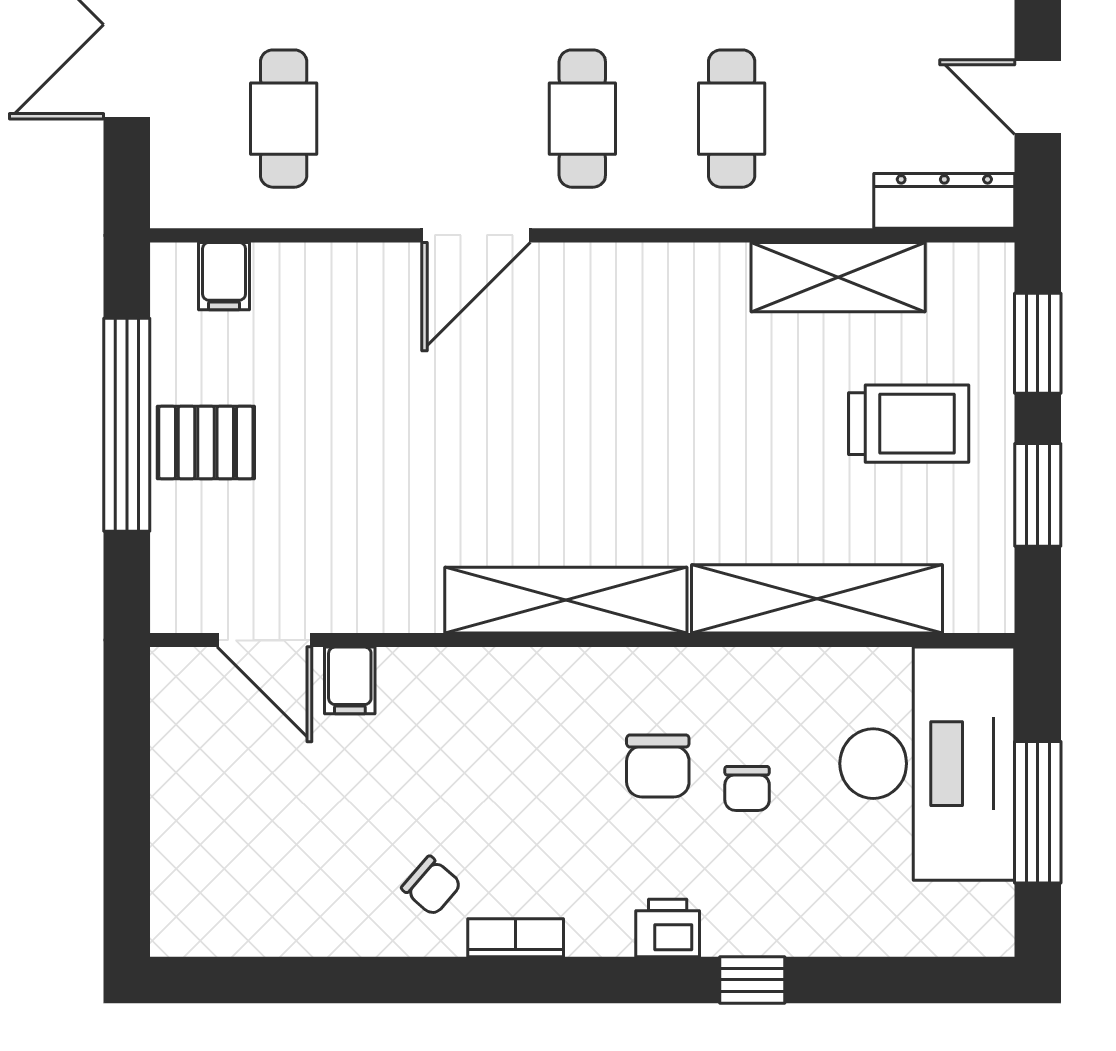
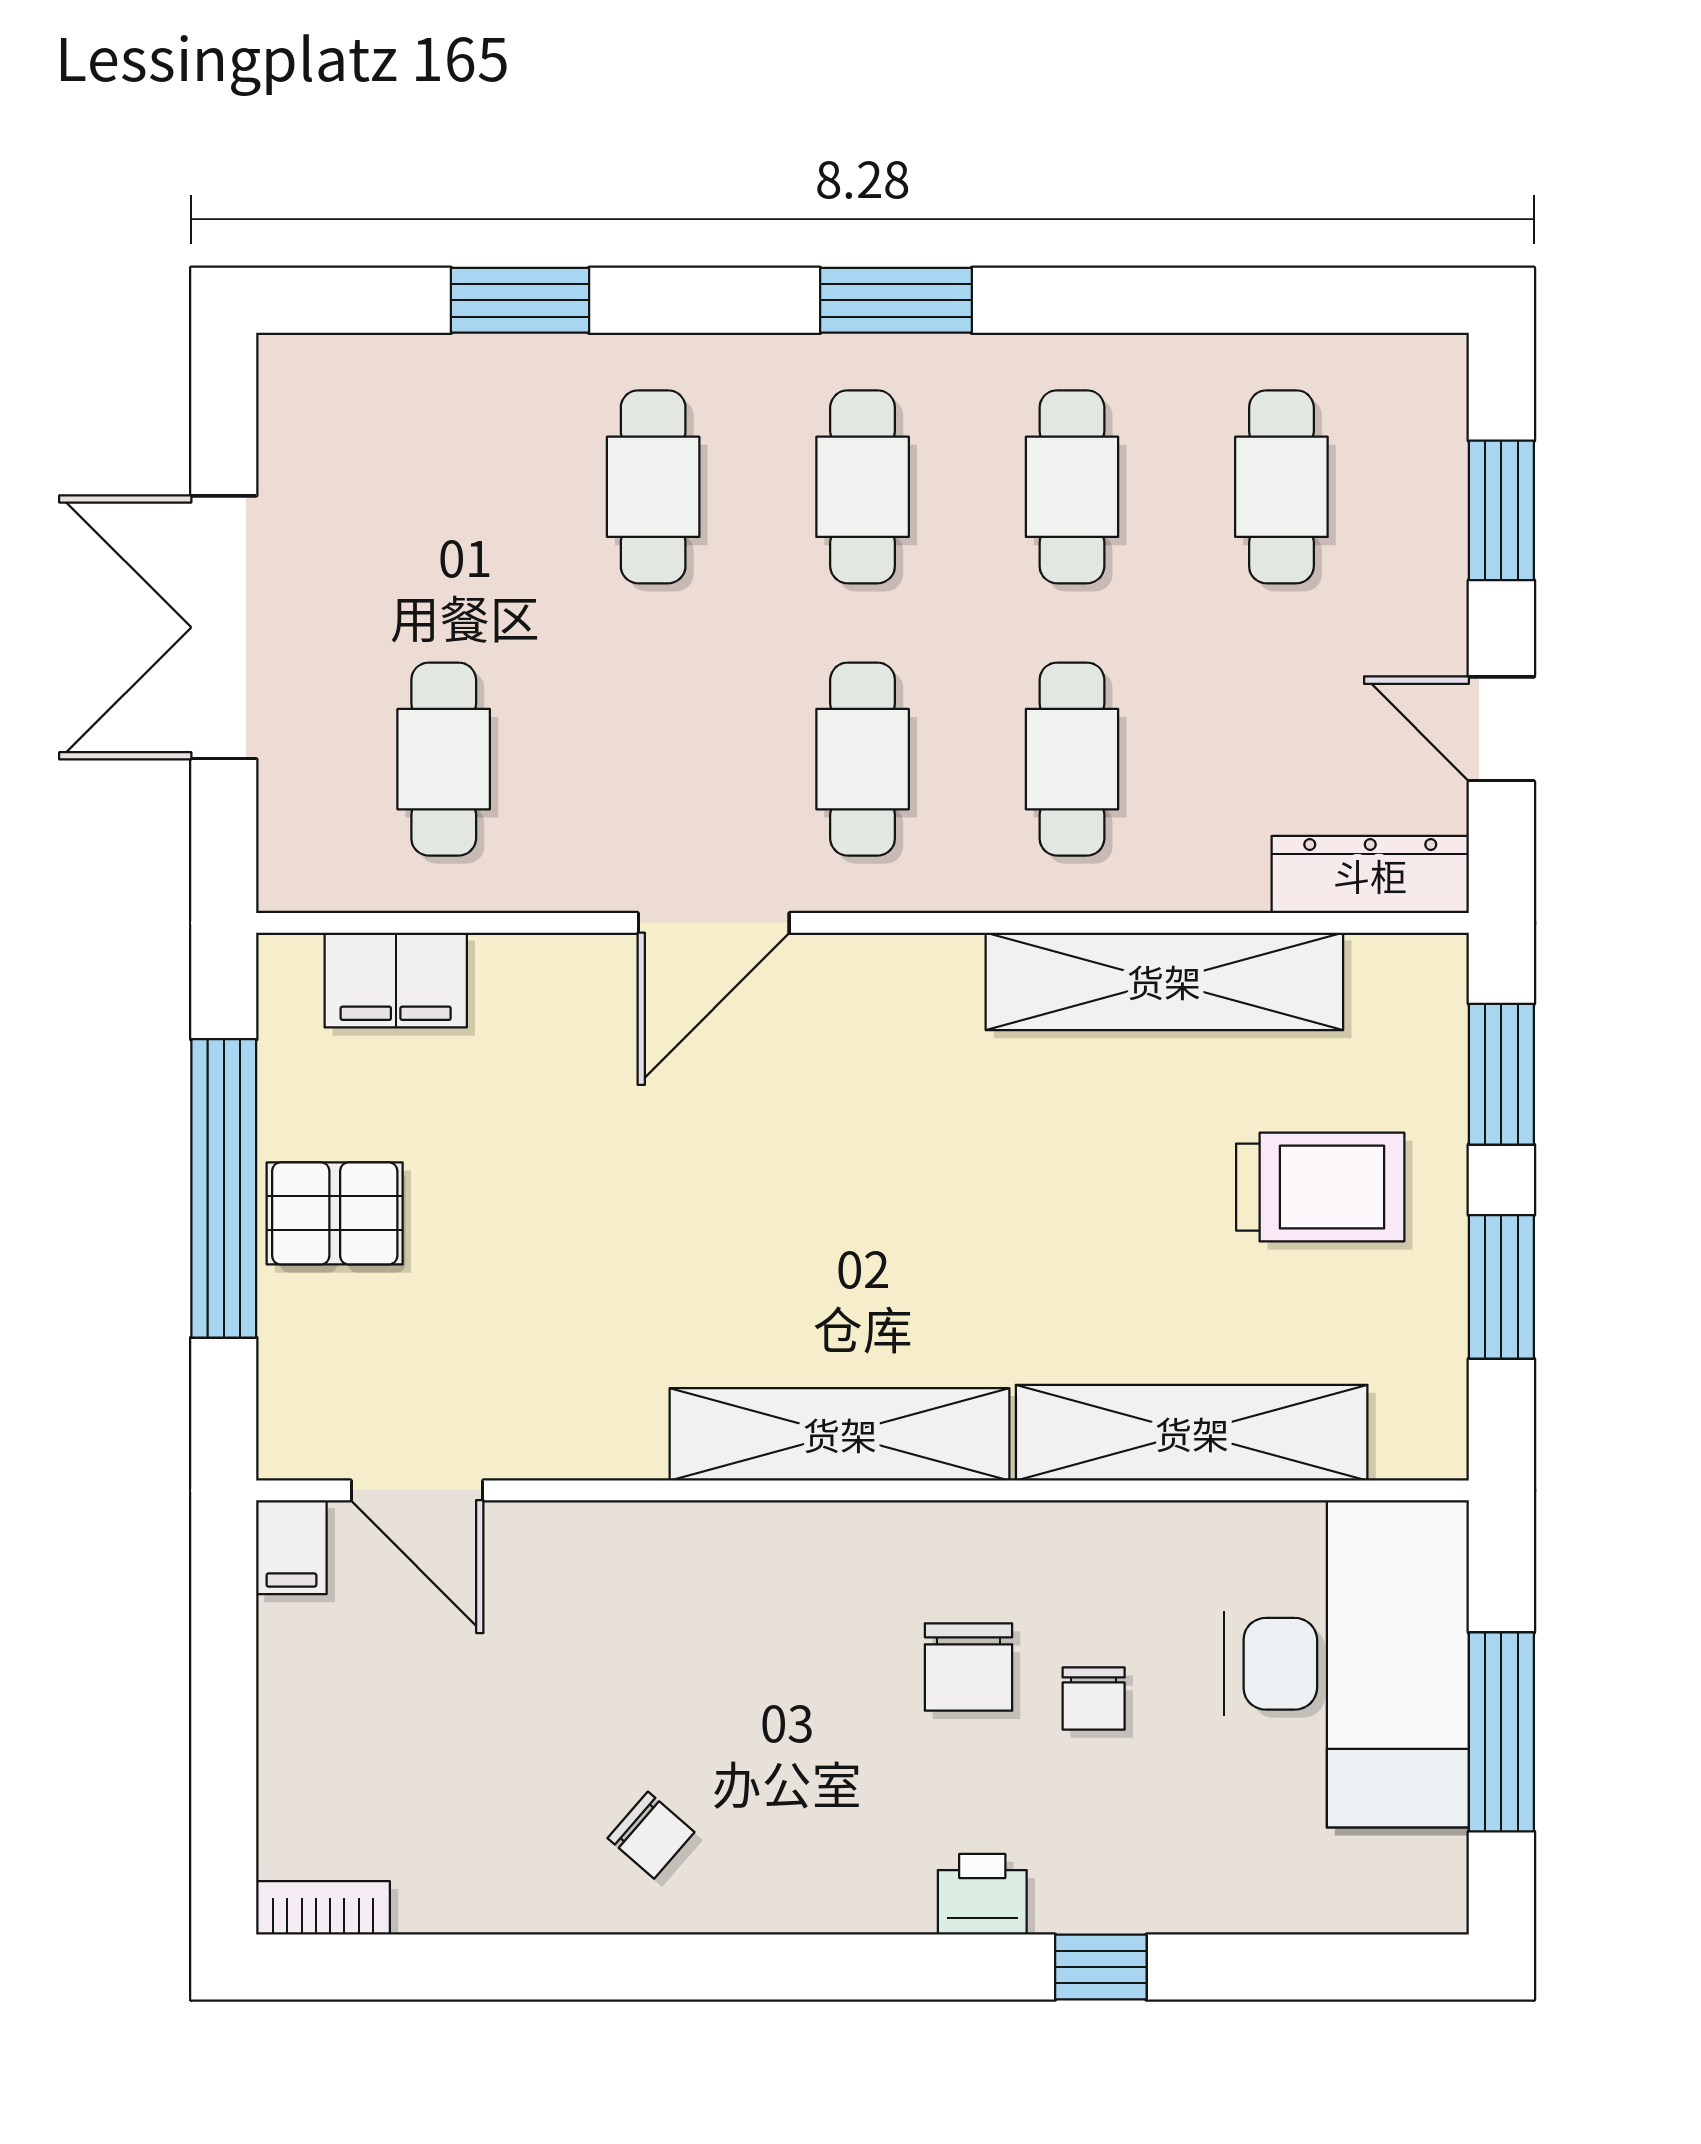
filing cabinet: (224, 276) -> (396, 980), width x2.00
shelving: (838, 277) -> (1164, 981), width x1.47
filing cabinet: (350, 680) -> (291, 1547), moved
bookcase: (516, 938) -> (323, 1908), moved

